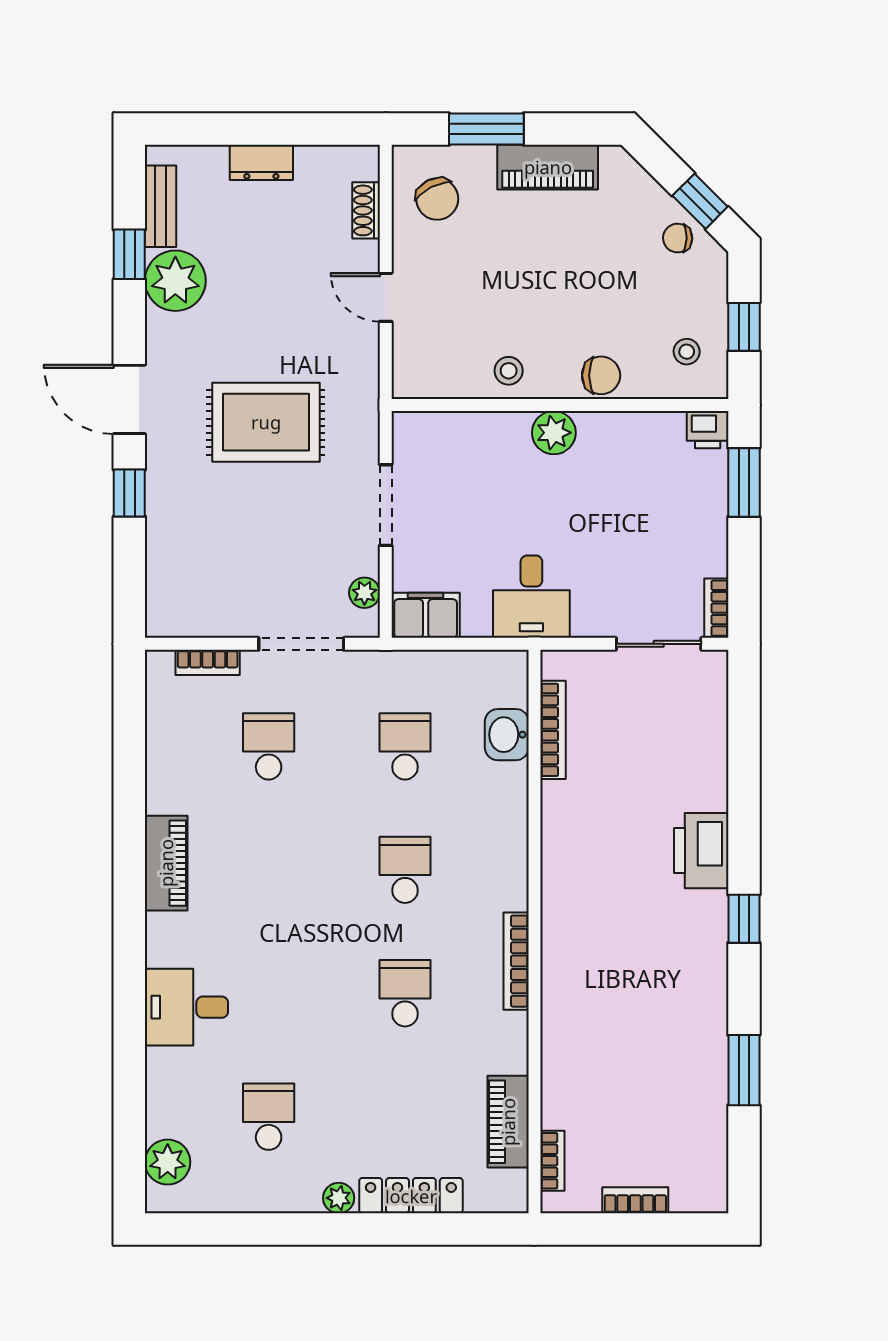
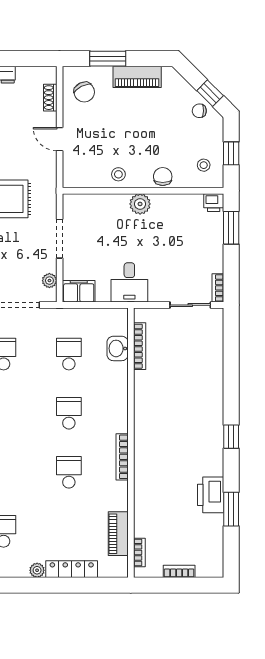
chair: (601, 375) -> (163, 177), turned -90
printer: (701, 851) -> (211, 495), moved

